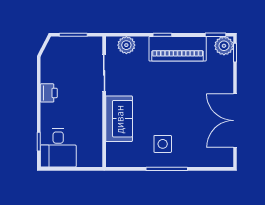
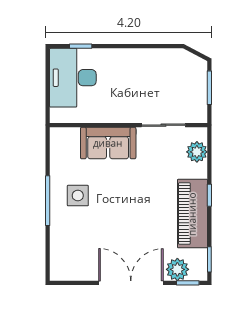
plant: (224, 46) -> (177, 269), moved
printer: (49, 93) -> (139, 58), removed
double door: (235, 121) -> (131, 283), moved
desk: (58, 148) -> (73, 78), width x1.37

